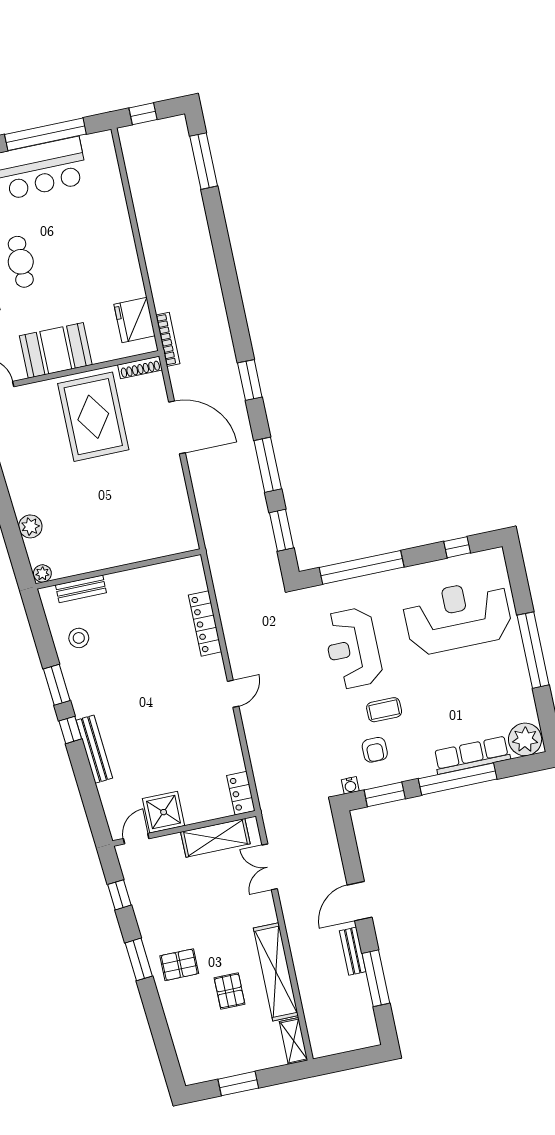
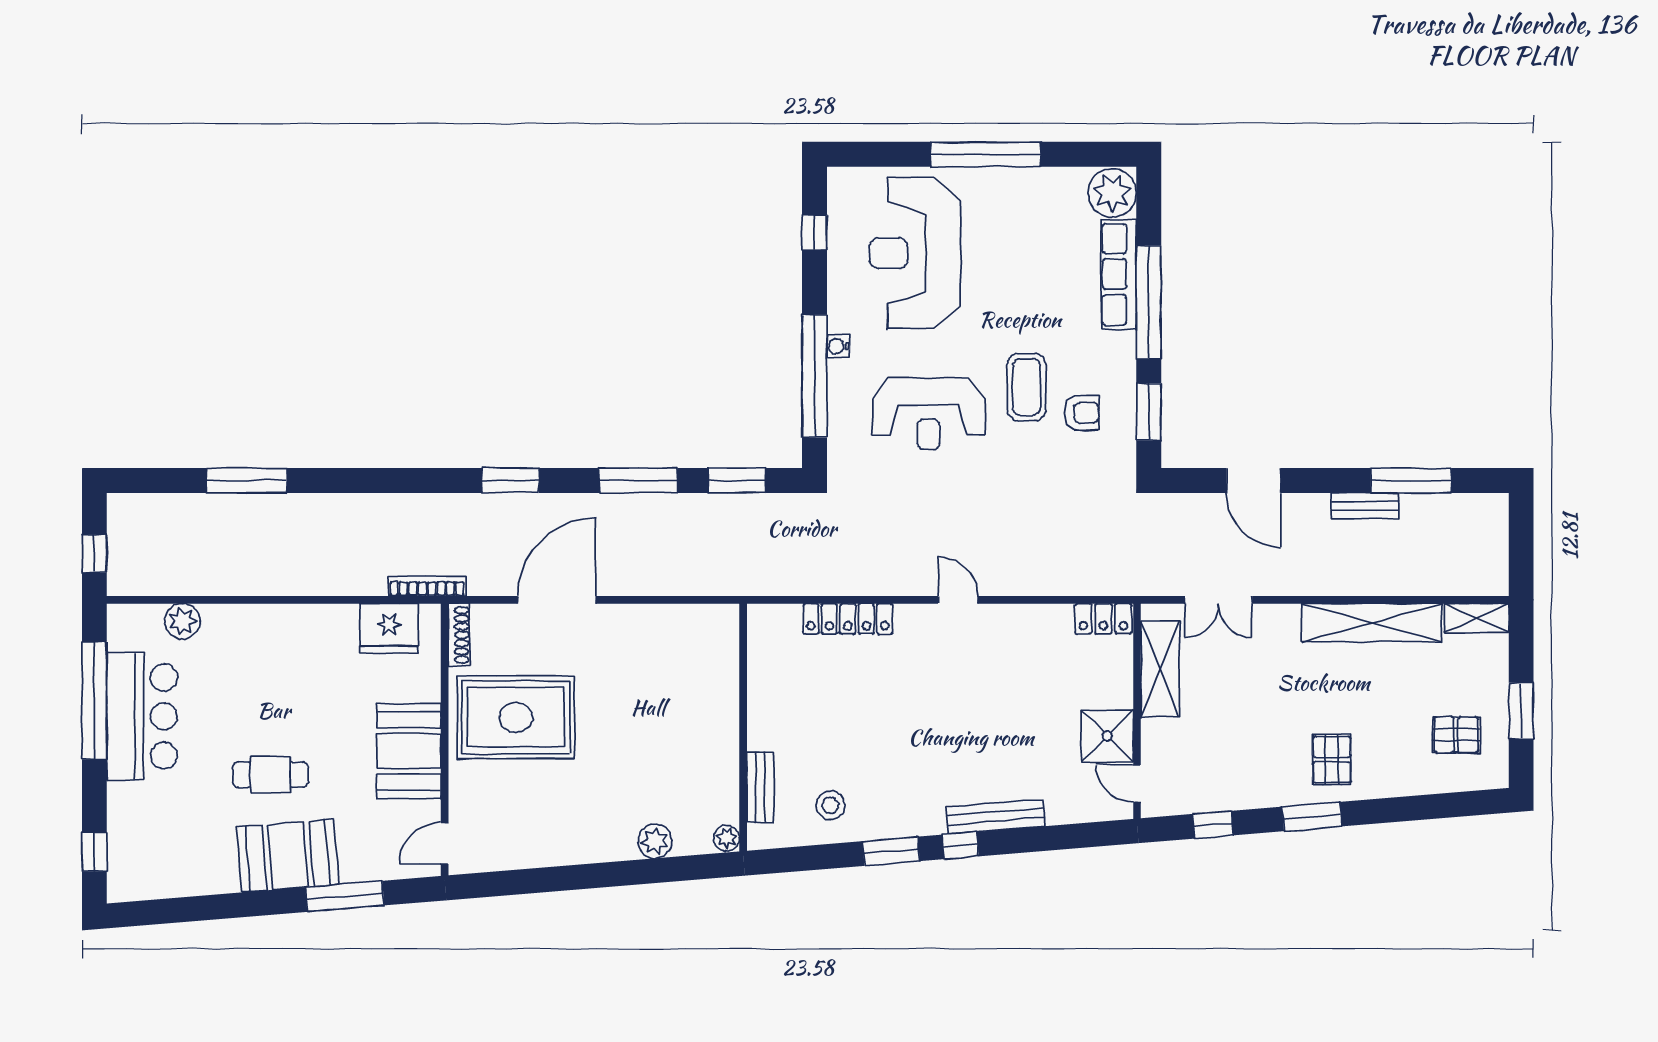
window: (204, 161) -> (247, 480), moved
plant: (110, 182) -> (182, 621), added
coffee table: (384, 710) -> (1026, 387), width x1.36, depth x1.30
water cooler: (350, 785) -> (838, 346), moved, turned 180
door: (360, 901) -> (1253, 480), moved
pallet: (230, 991) -> (1456, 735), moved

